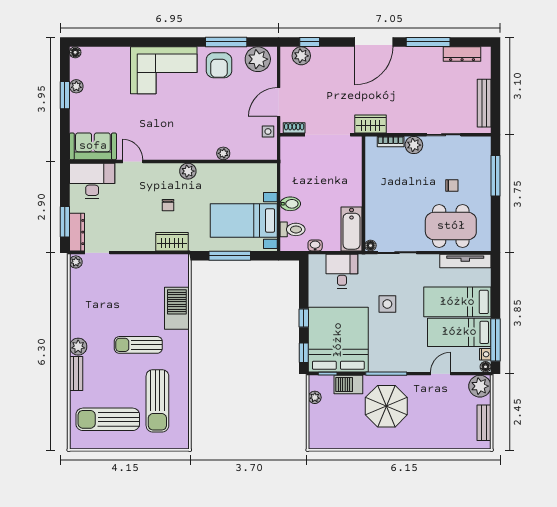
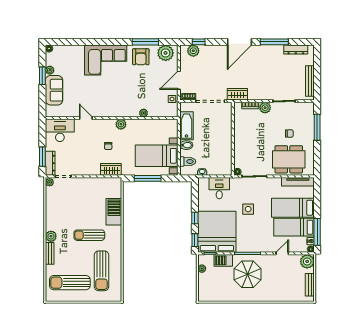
sofa: (93, 146) -> (54, 90), moved, turned 90
bathtub: (352, 229) -> (186, 126), moved, turned 180

